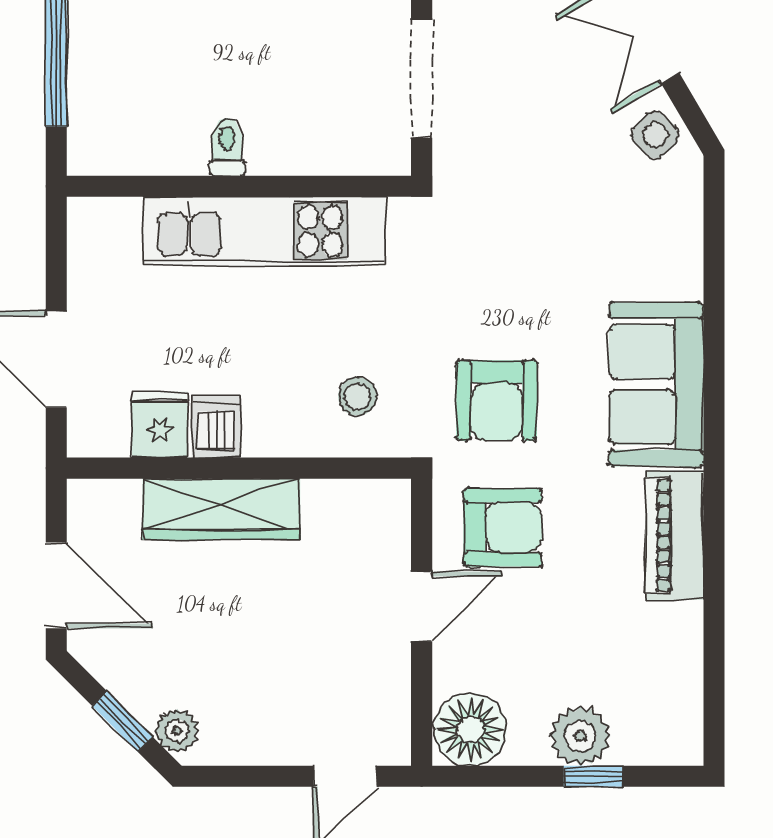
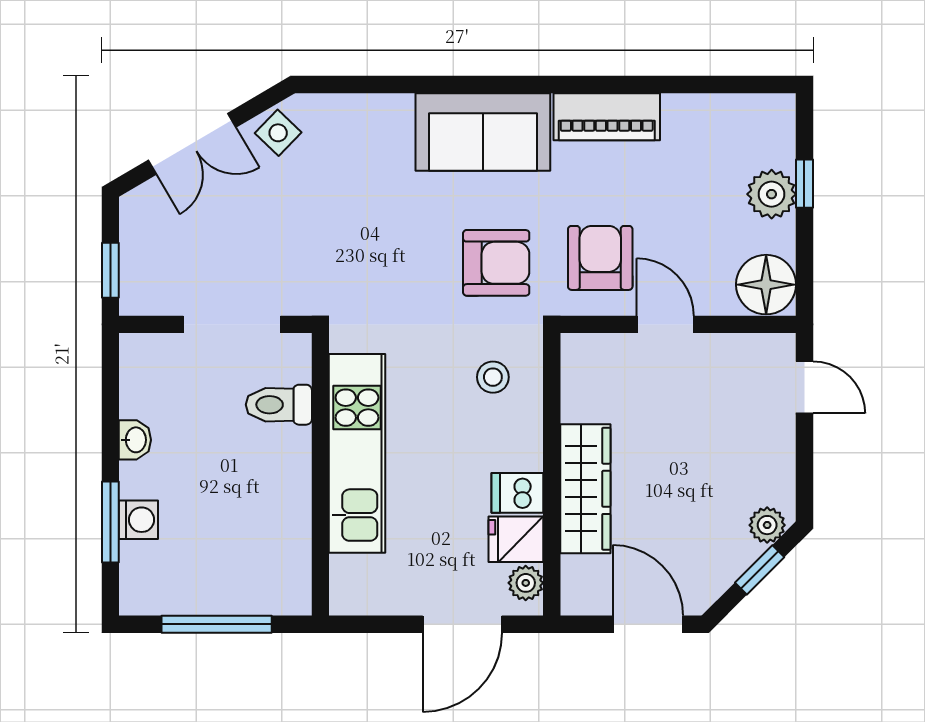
toilet: (227, 147) -> (279, 405), moved, width x1.37, depth x1.39
plant: (107, 437) -> (526, 583), added
door: (56, 585) -> (648, 624), hinge flipped

